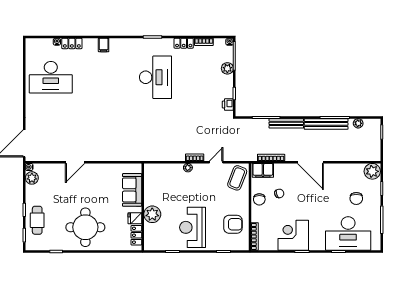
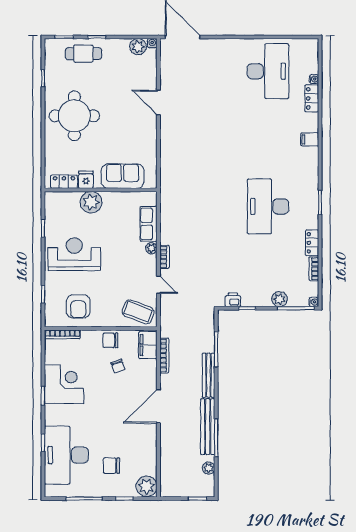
desk: (51, 77) -> (268, 71), turned 180
desk: (156, 77) -> (268, 206), turned 90
row of seats: (169, 170) -> (149, 224), added

